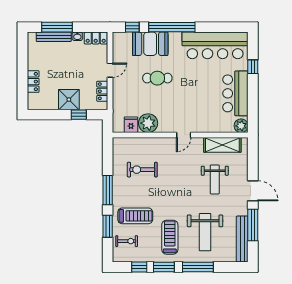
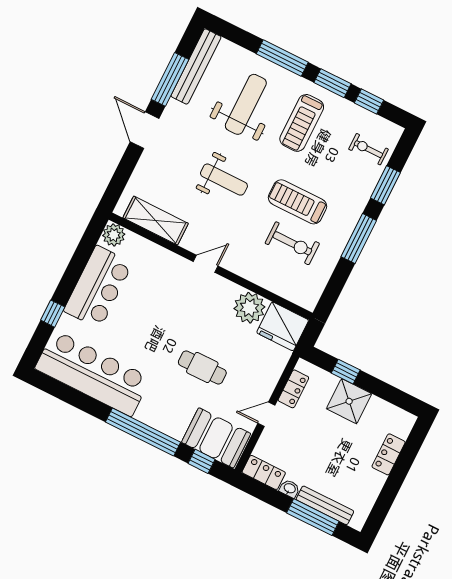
booth: (150, 44) -> (216, 438), moved
fridge: (131, 125) -> (283, 326), width x1.88, depth x1.34
weight bench: (215, 179) -> (224, 180), moved, turned 90
treadmill: (135, 216) -> (297, 202), moved

